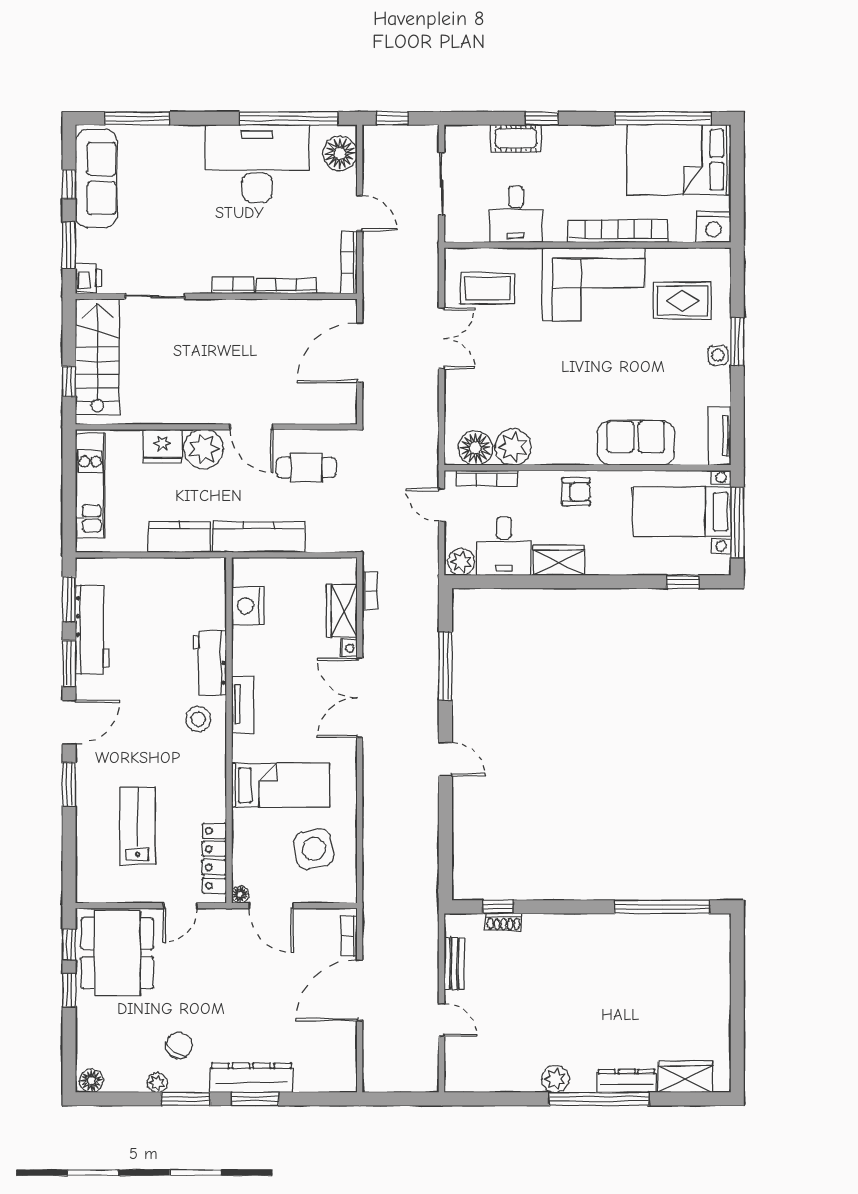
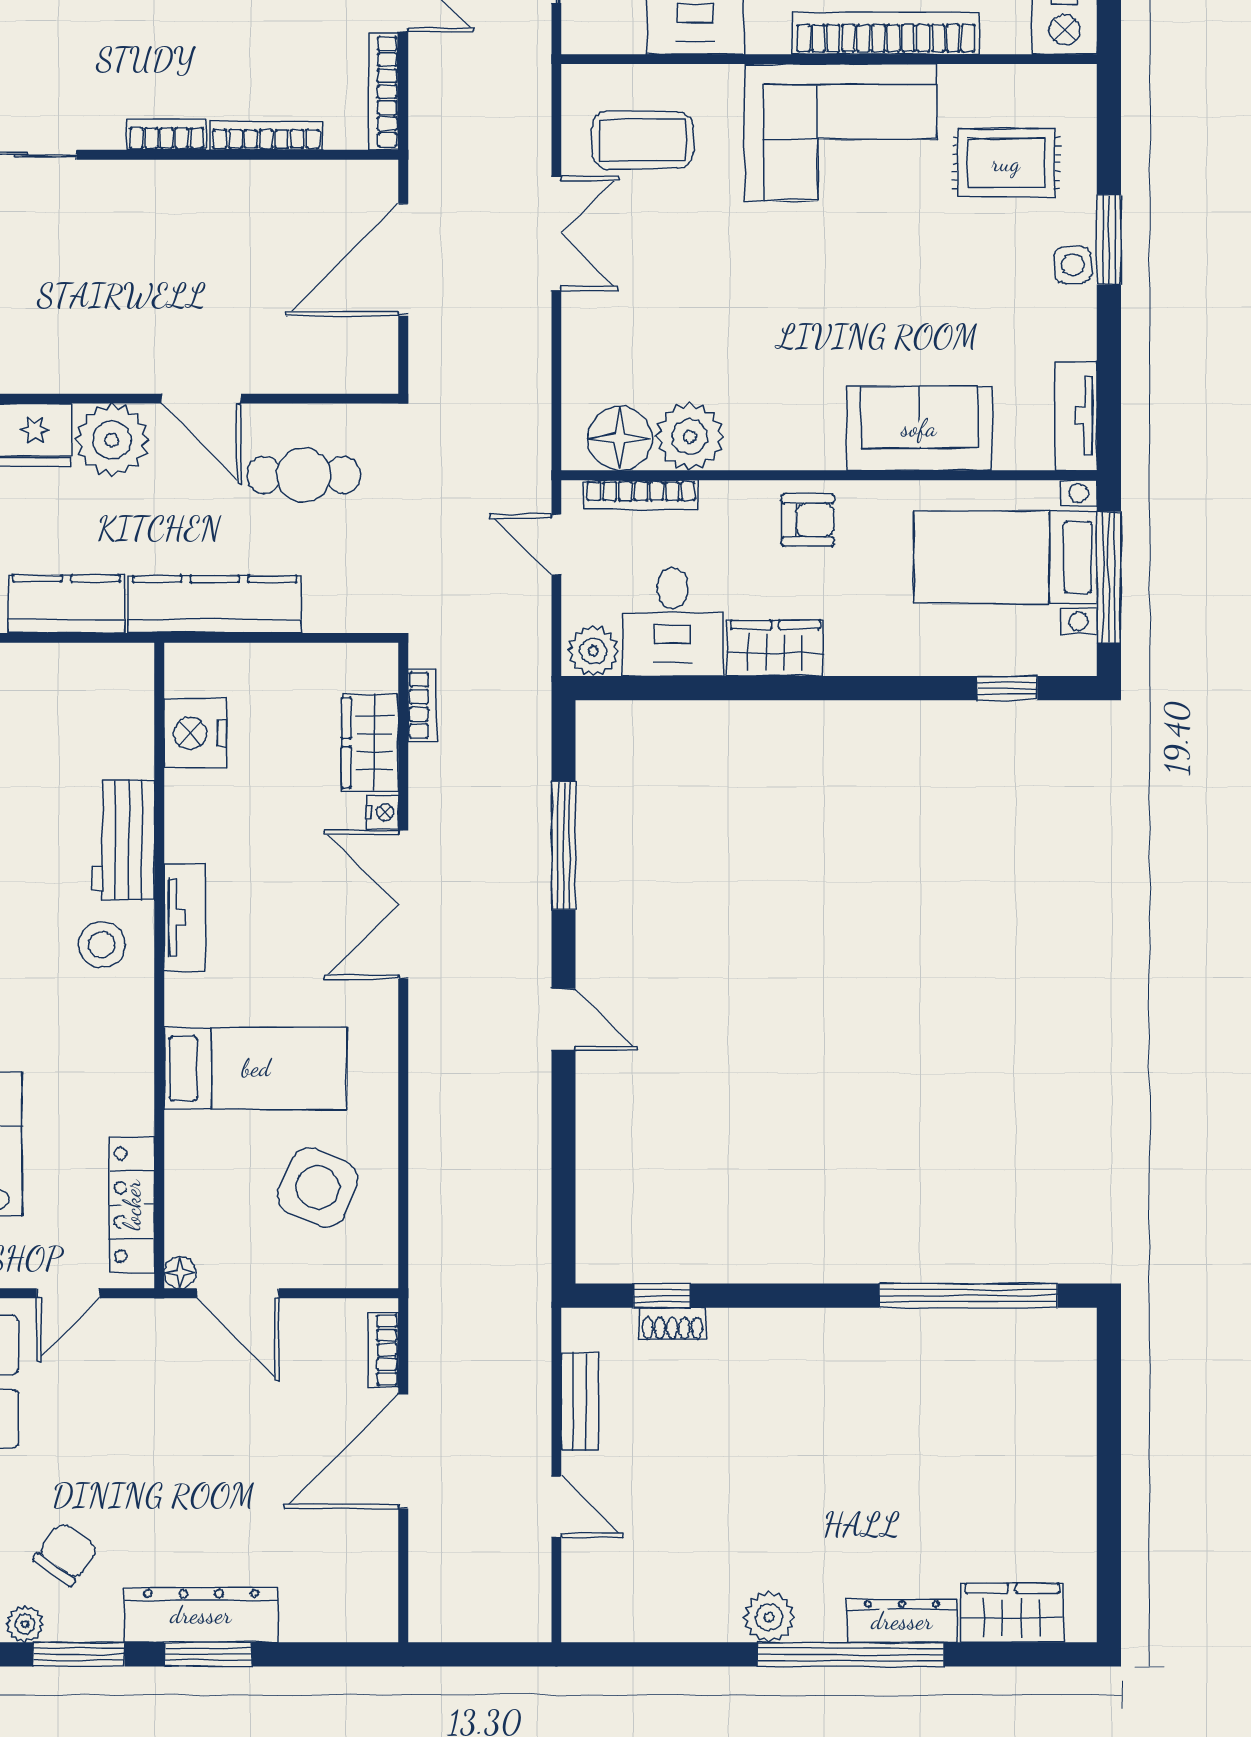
side table: (314, 849) -> (318, 1187), turned 34

